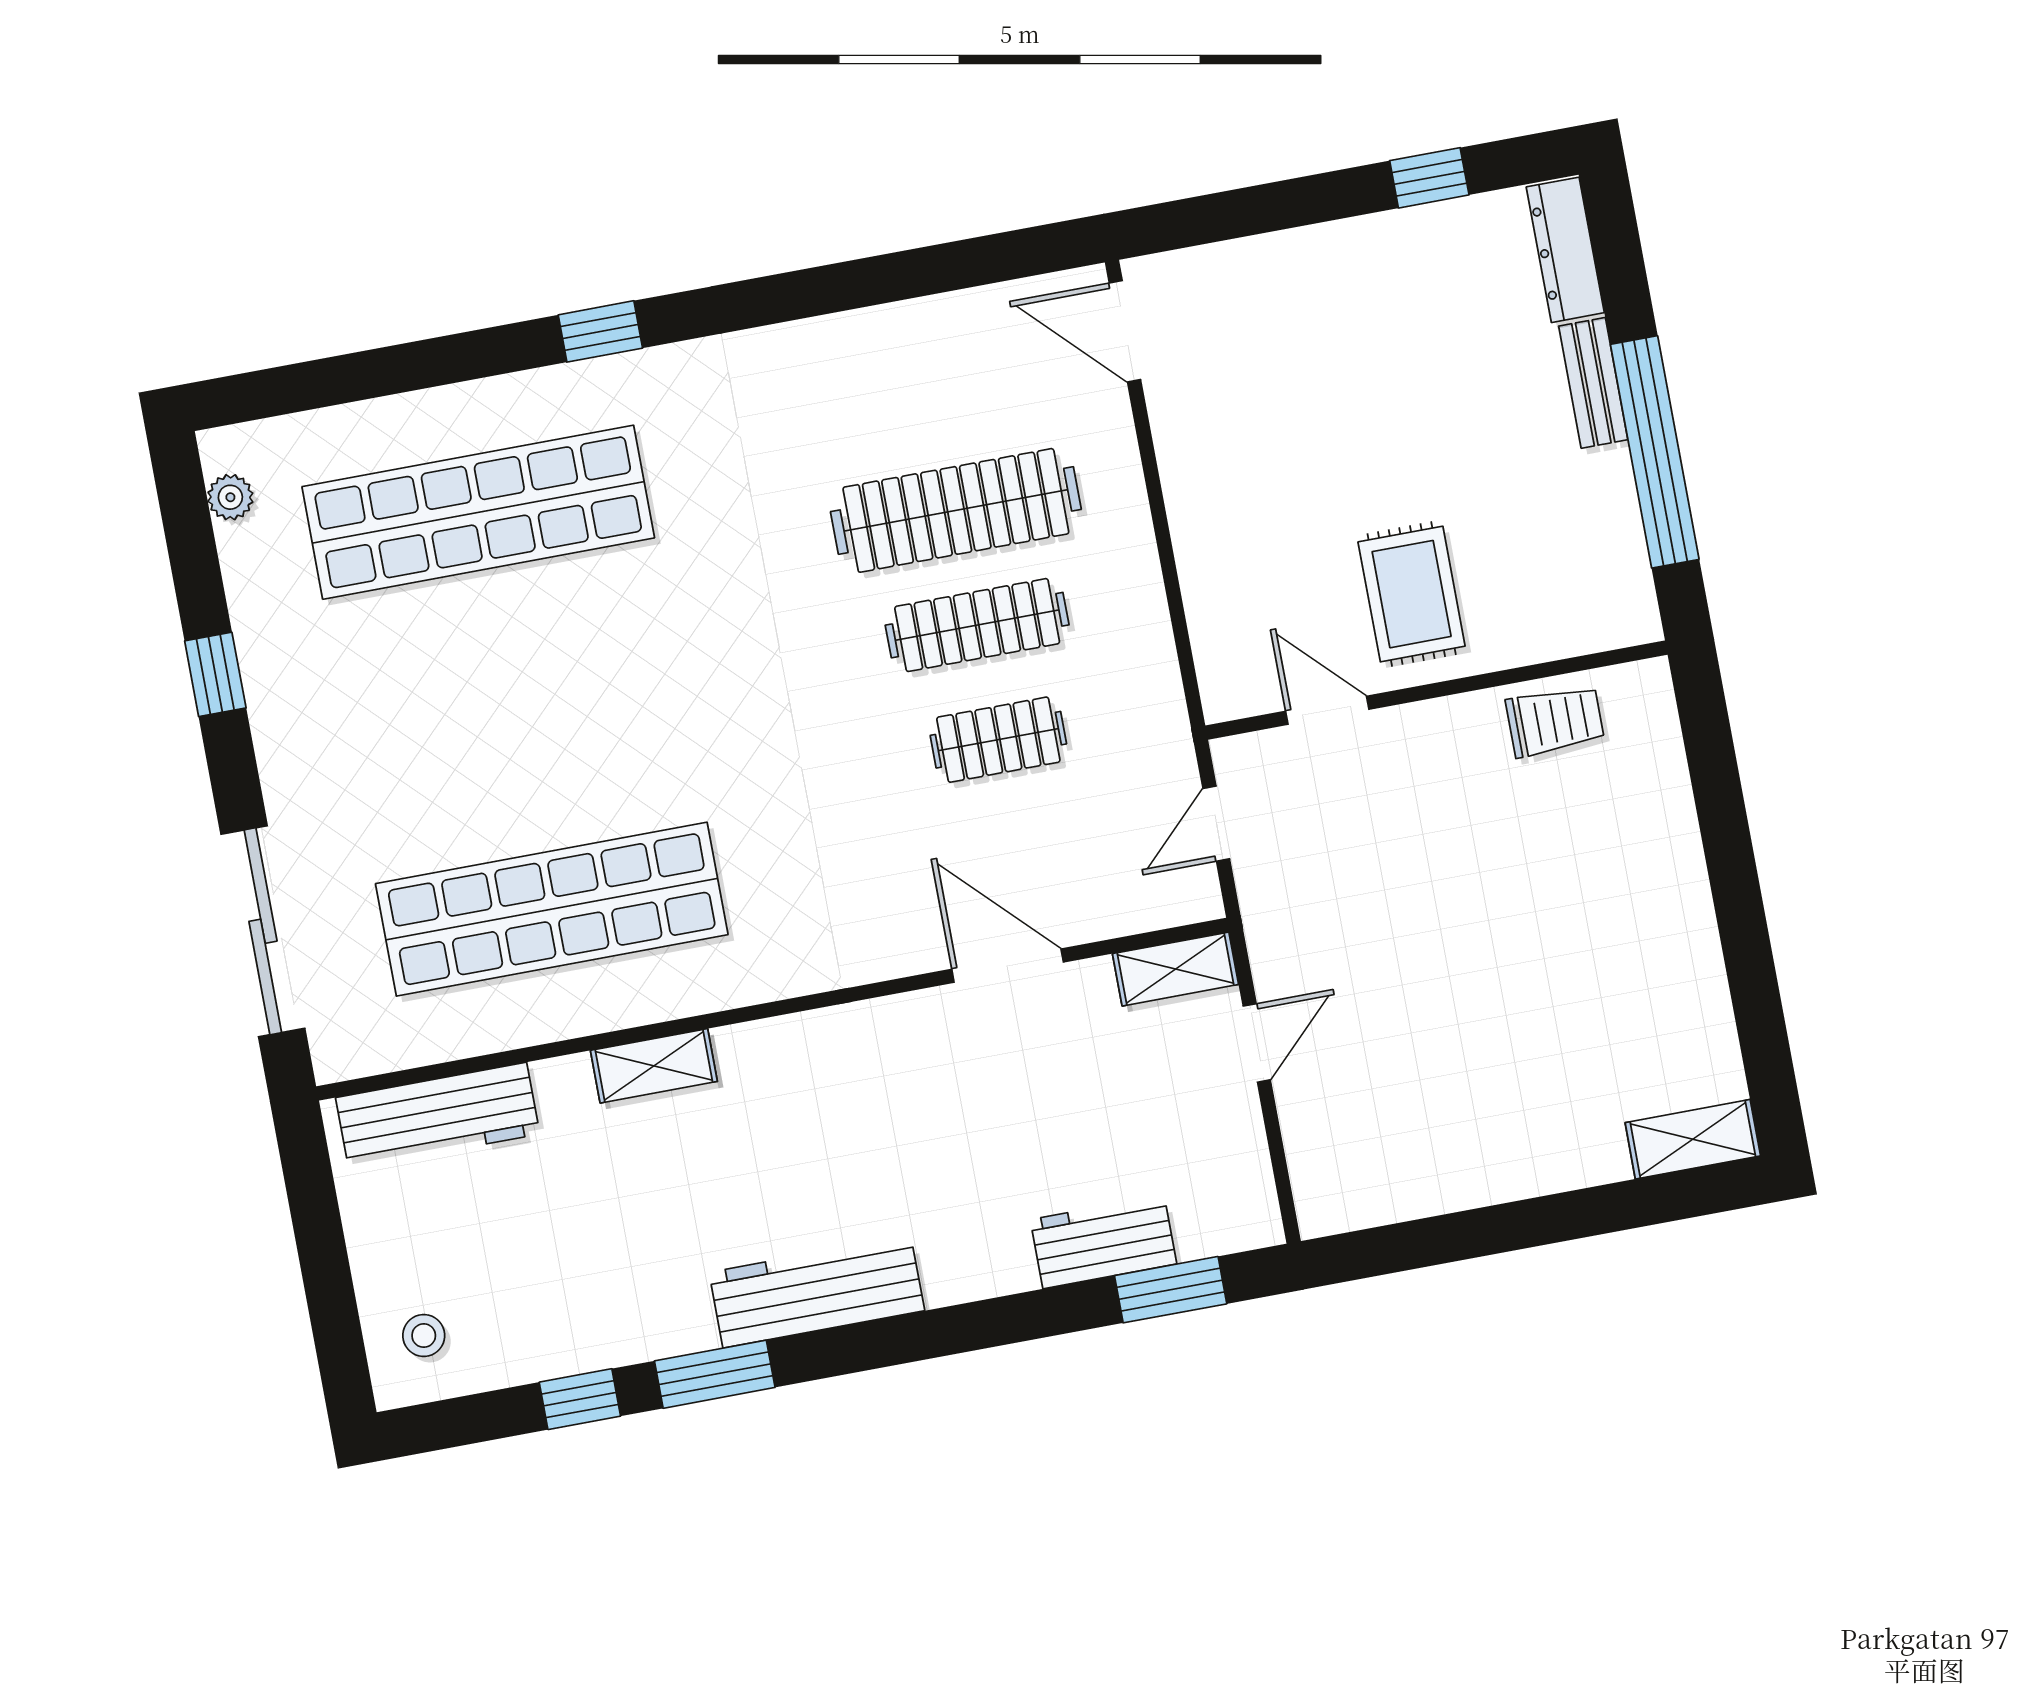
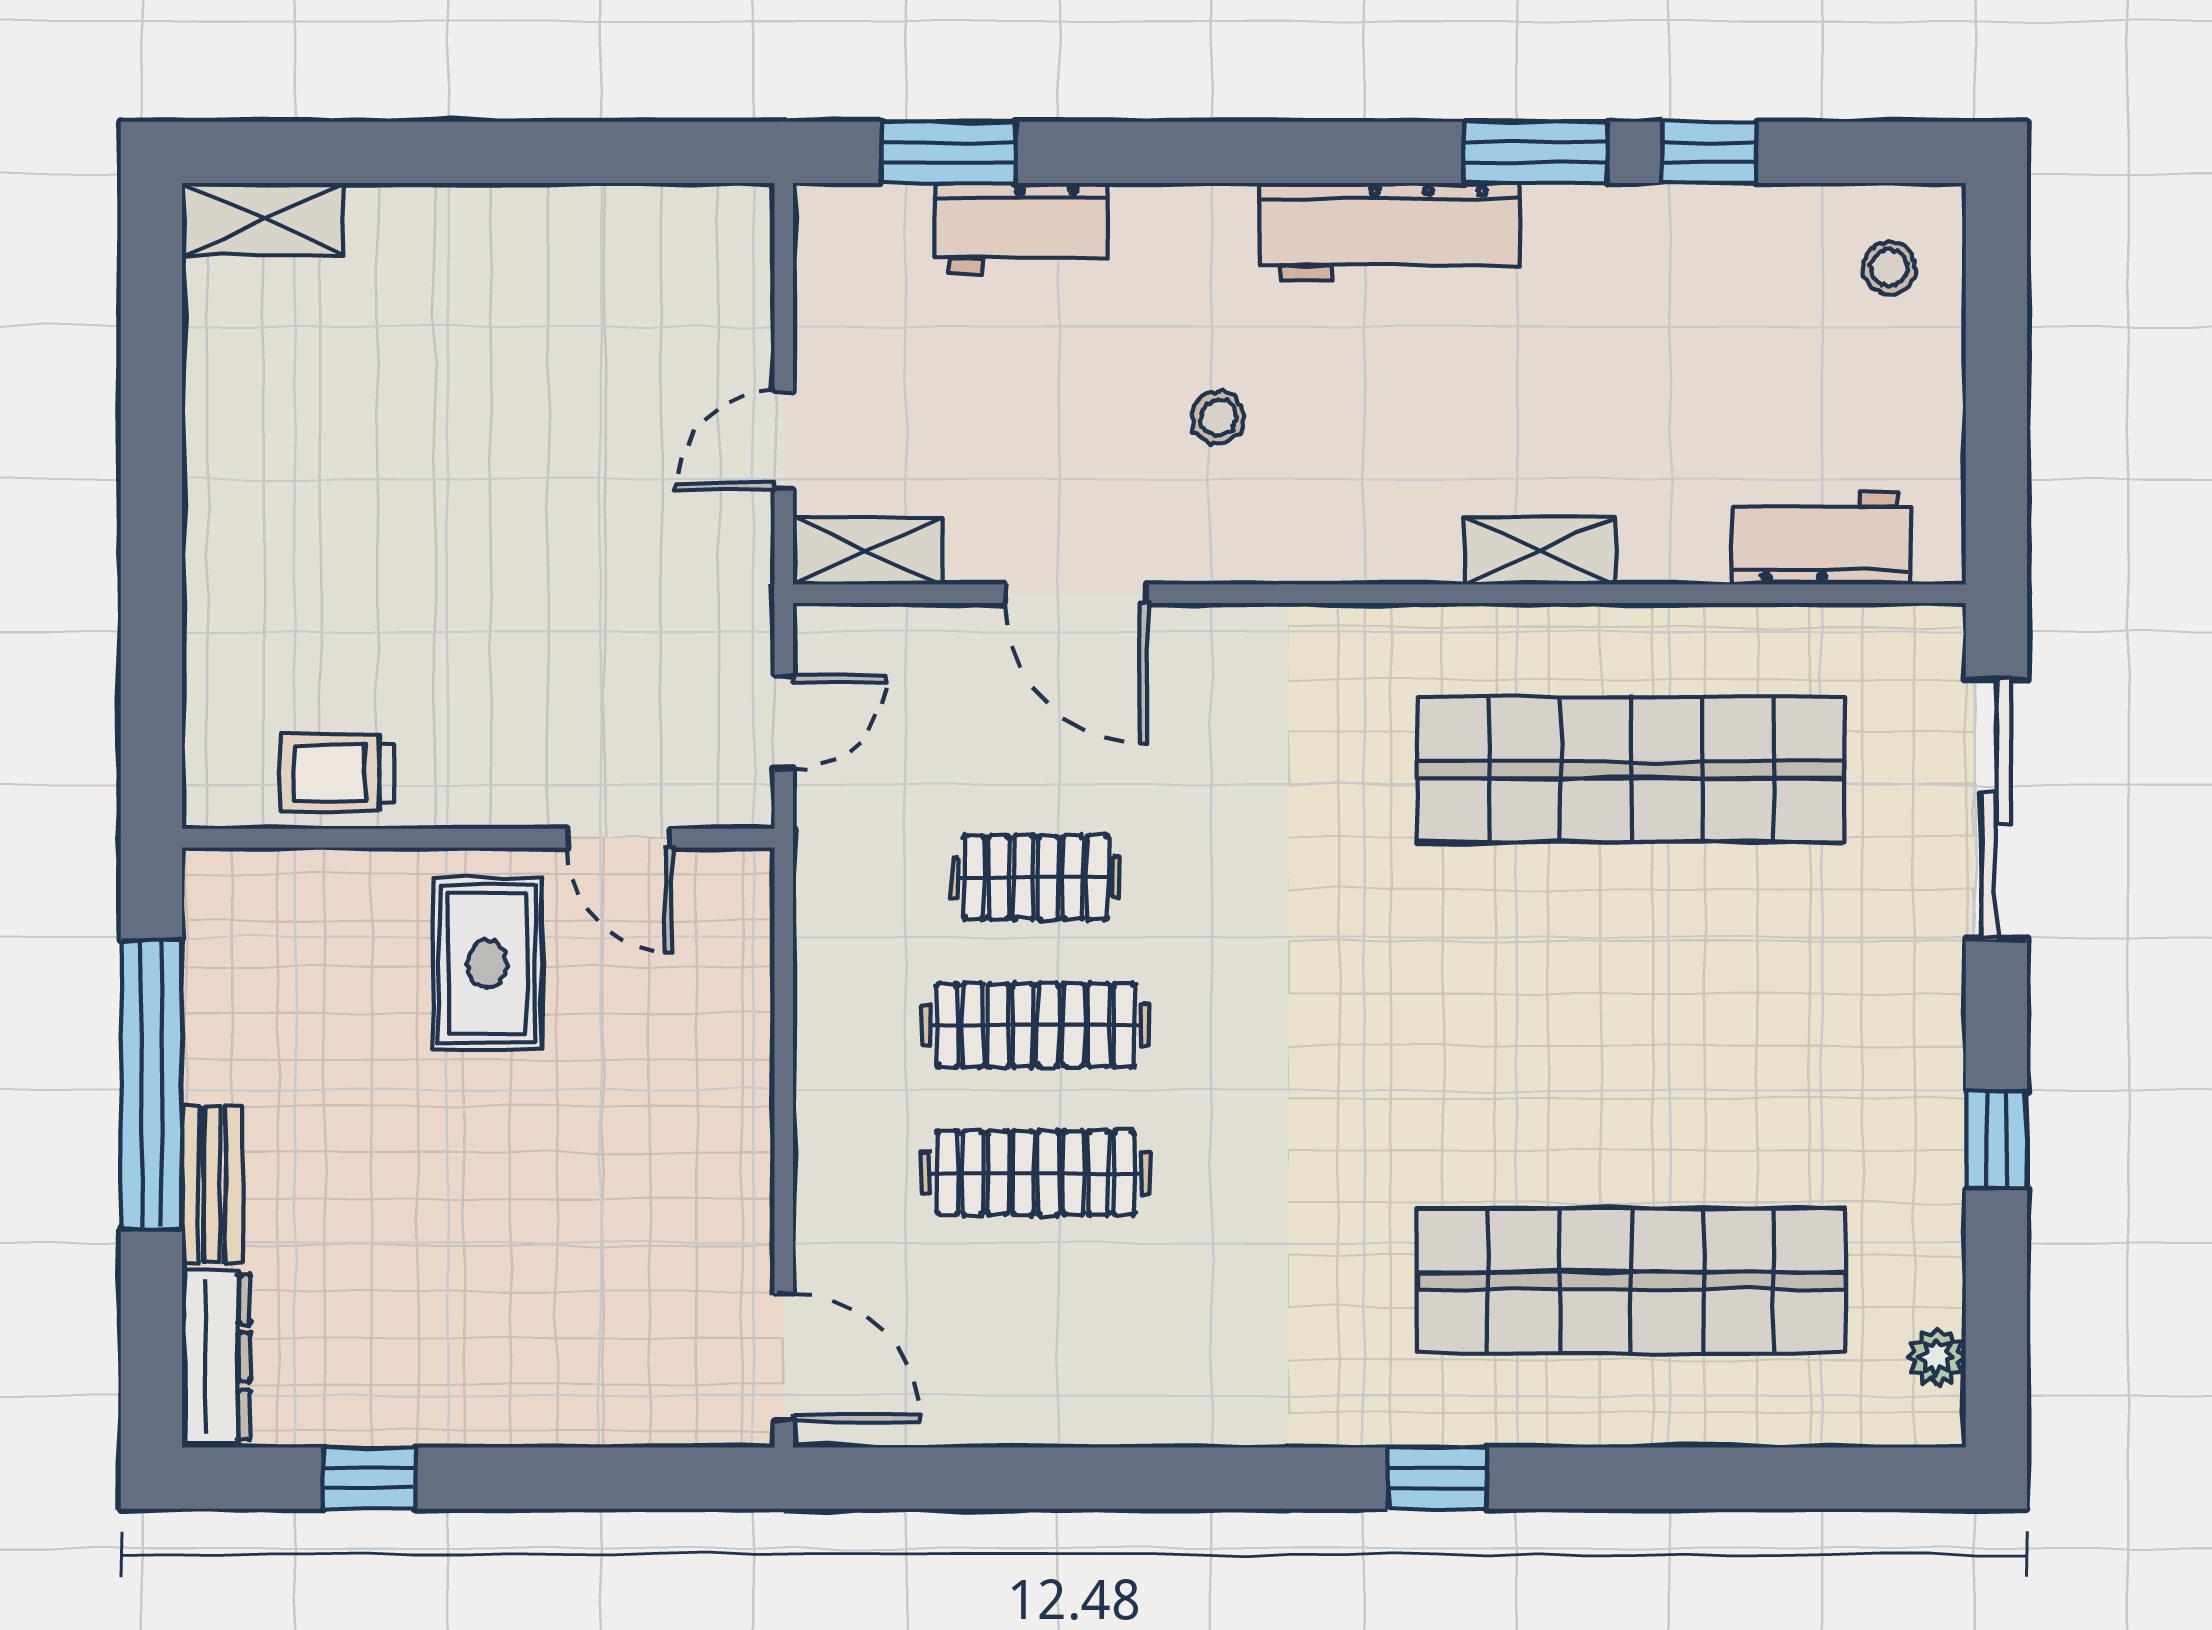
clothes rail: (956, 510) -> (1036, 1173), width x0.73, depth x0.76
workbench: (438, 1116) -> (1821, 538), width x0.73
stool: (923, 1123) -> (1218, 417), added

